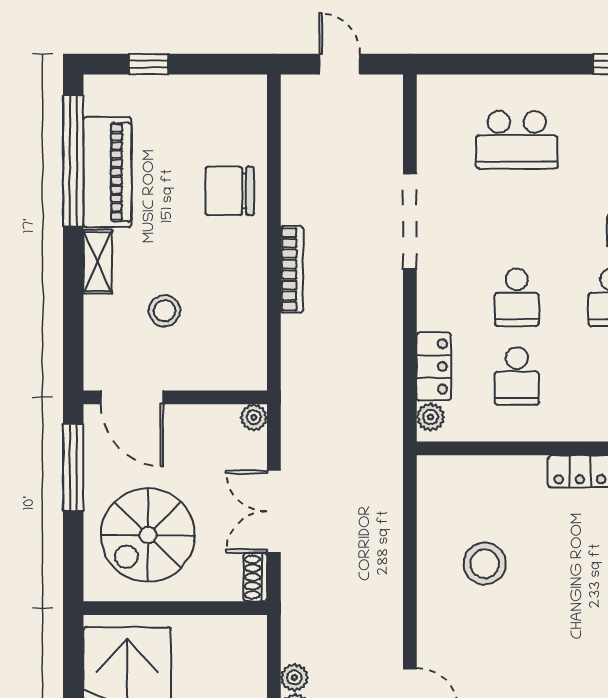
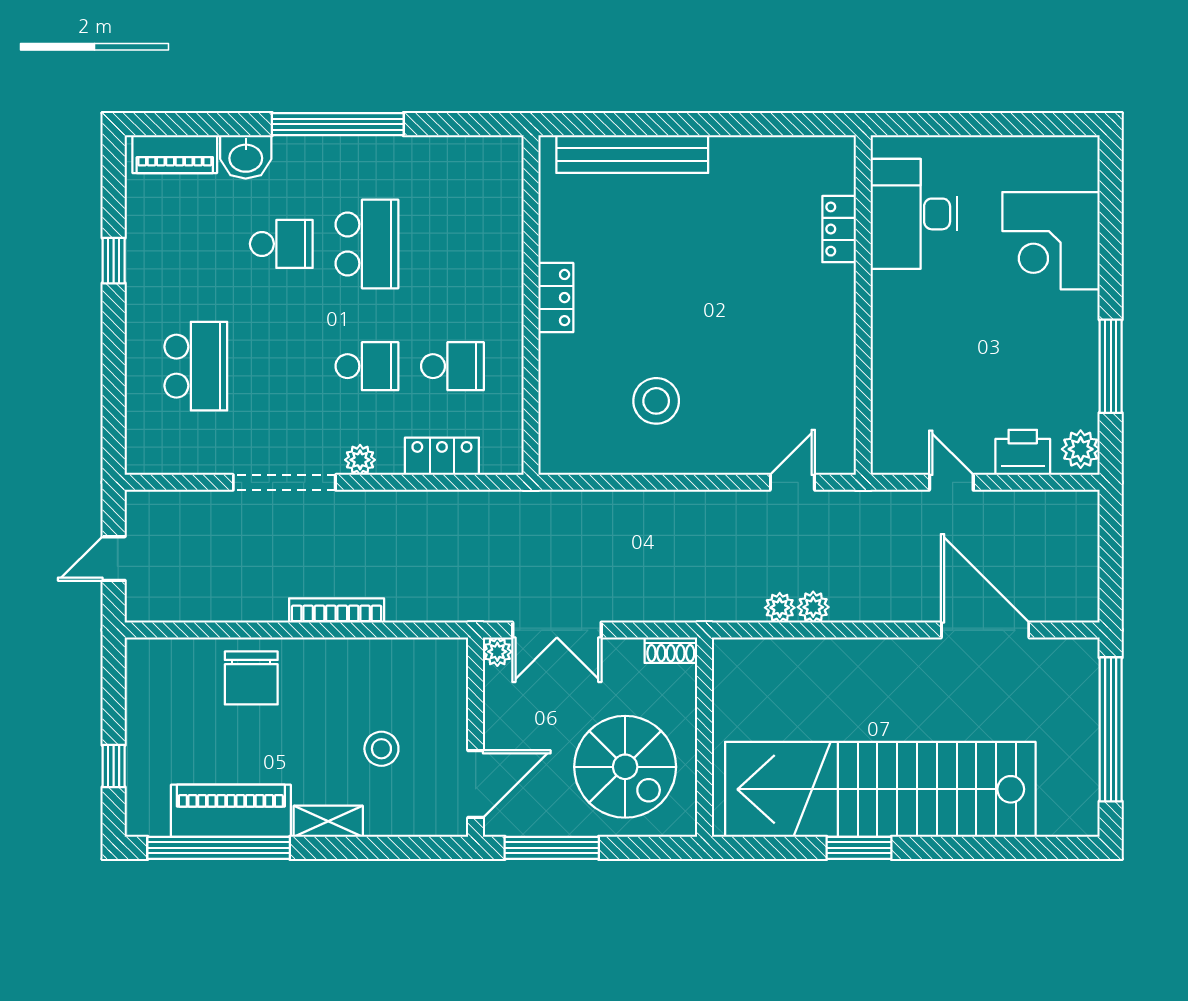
plant: (431, 417) -> (360, 460), moved
double door: (274, 512) -> (557, 630), moved

